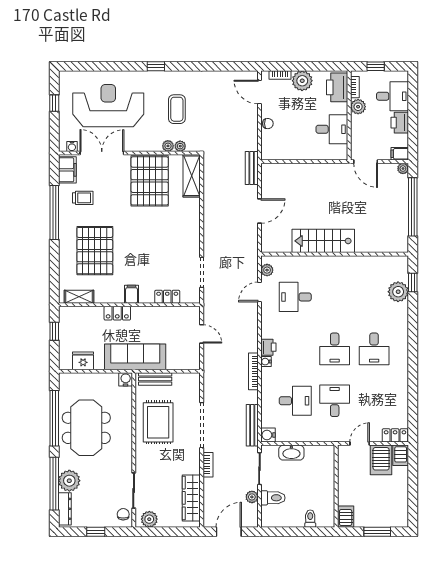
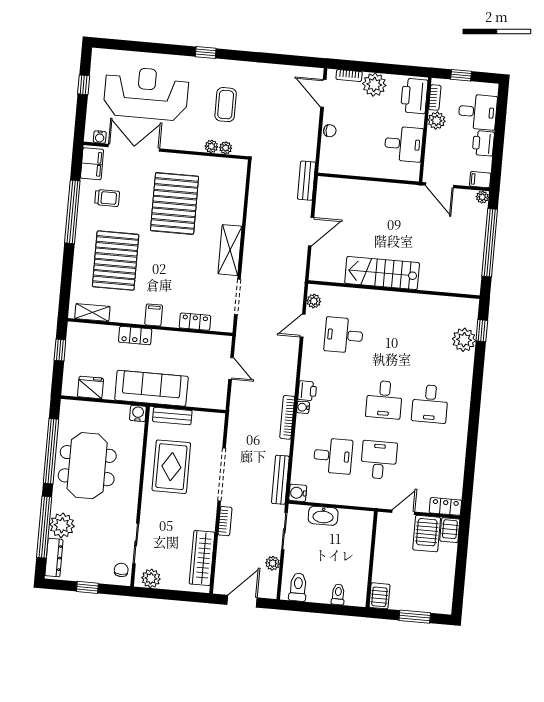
shelving: (192, 176) -> (230, 250), moved
pallet: (150, 181) -> (175, 203), moved
toilet: (273, 498) -> (298, 587), moved, turned -90

